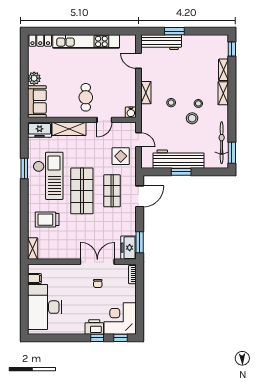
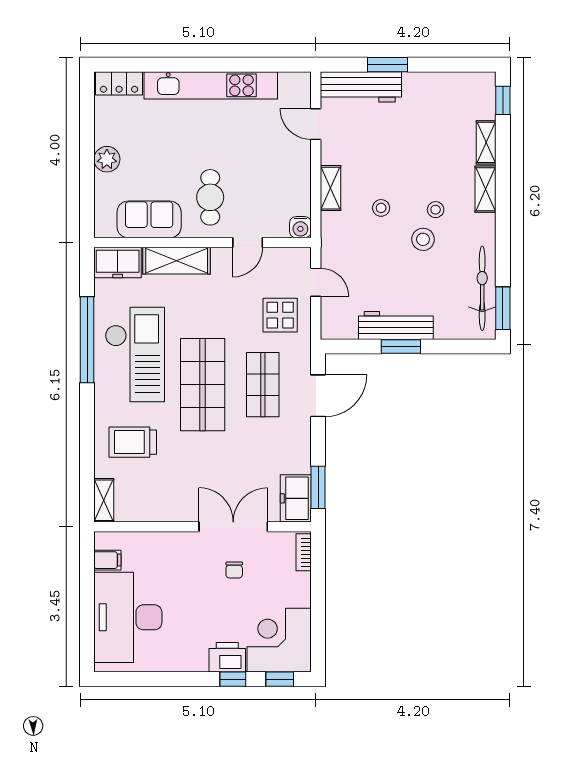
sofa: (37, 102) -> (149, 219), moved, turned -90
workbench: (179, 159) -> (396, 326), width x0.73, depth x0.76
window: (24, 168) -> (87, 340), width x2.11

